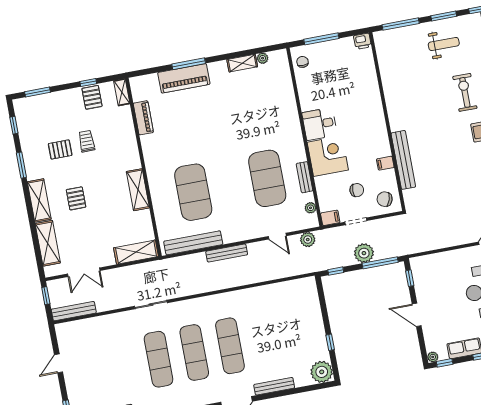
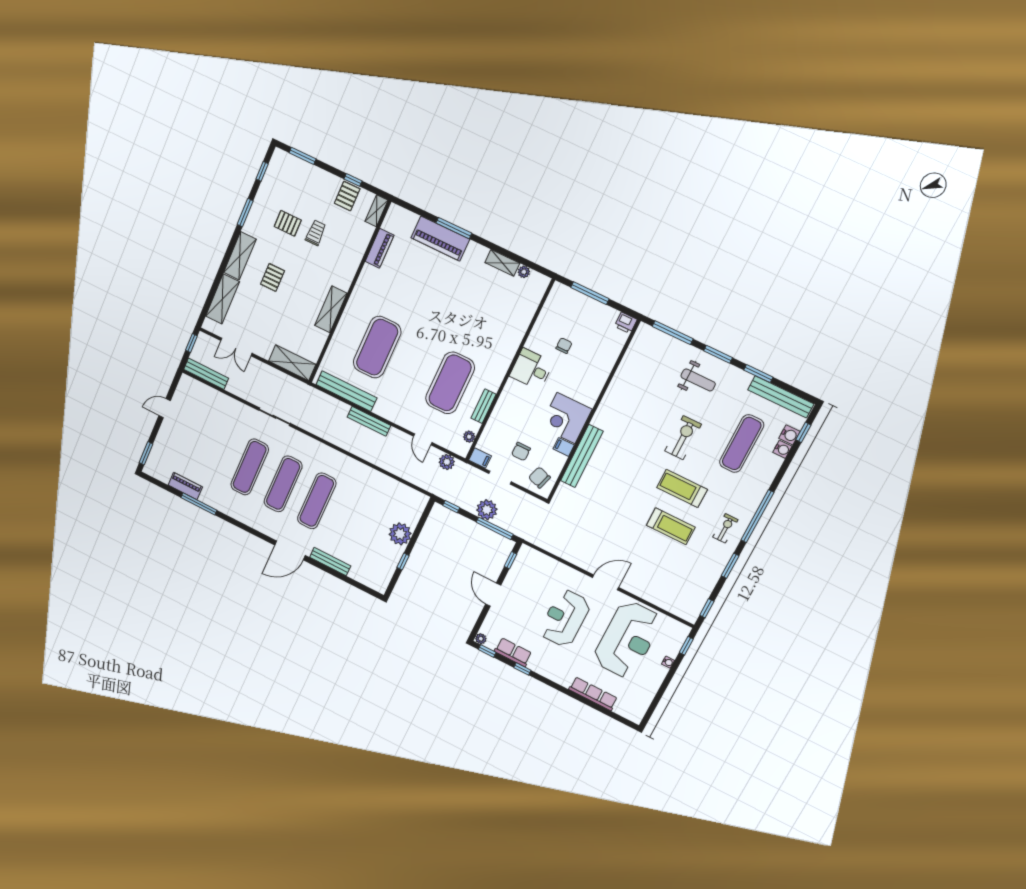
chair: (303, 62) -> (564, 346), moved
corner desk: (328, 156) -> (566, 418), moved, turned 180
chair: (357, 190) -> (521, 452), turned 90
plant: (322, 372) -> (400, 534), moved

